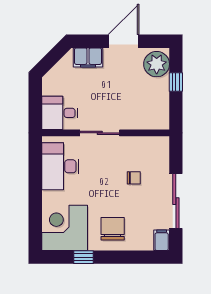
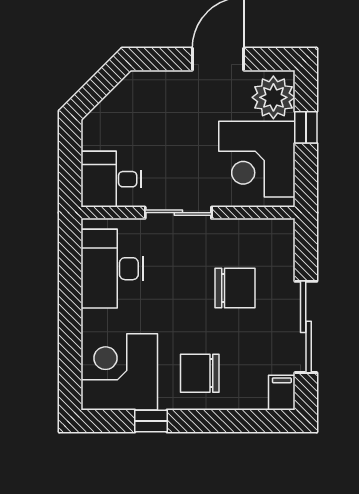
filing cabinet: (88, 58) -> (158, 86), removed
corner desk: (147, 101) -> (257, 159), added
chair: (134, 178) -> (235, 288), width x1.87, depth x1.87
chair: (113, 229) -> (200, 373), turned -90

